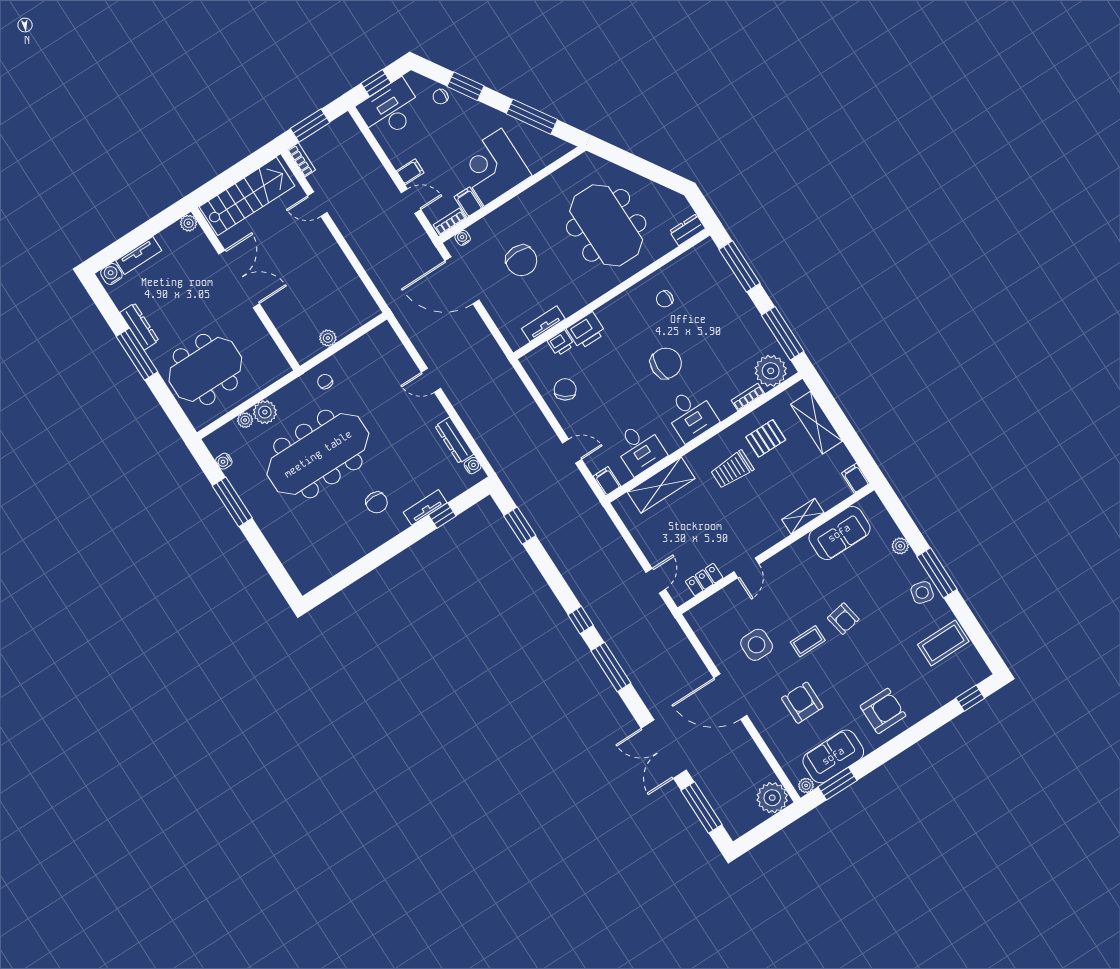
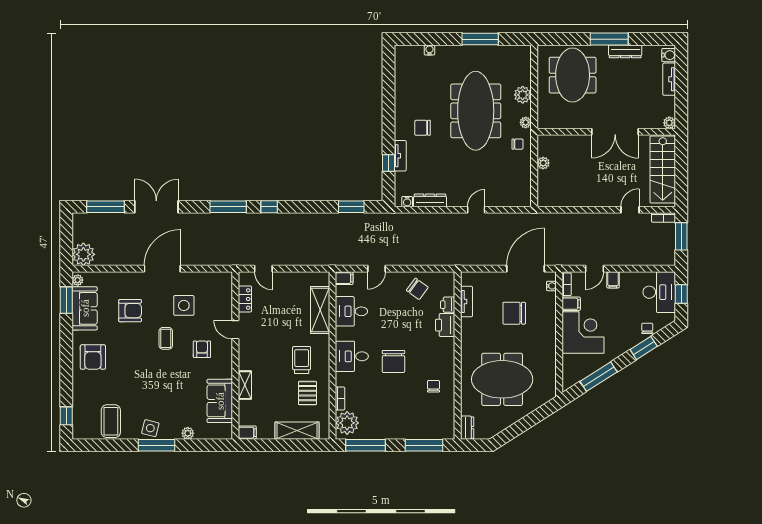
plant: (245, 420) -> (526, 122), moved
water cooler: (224, 461) -> (429, 50), moved
armchair: (843, 619) -> (202, 349), moved, turned 100

